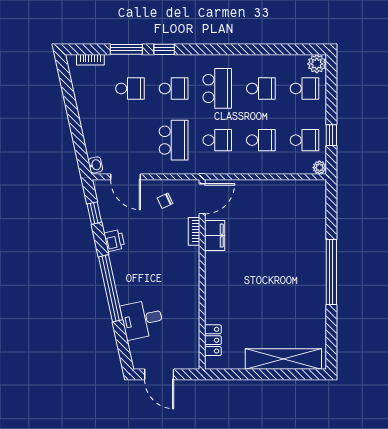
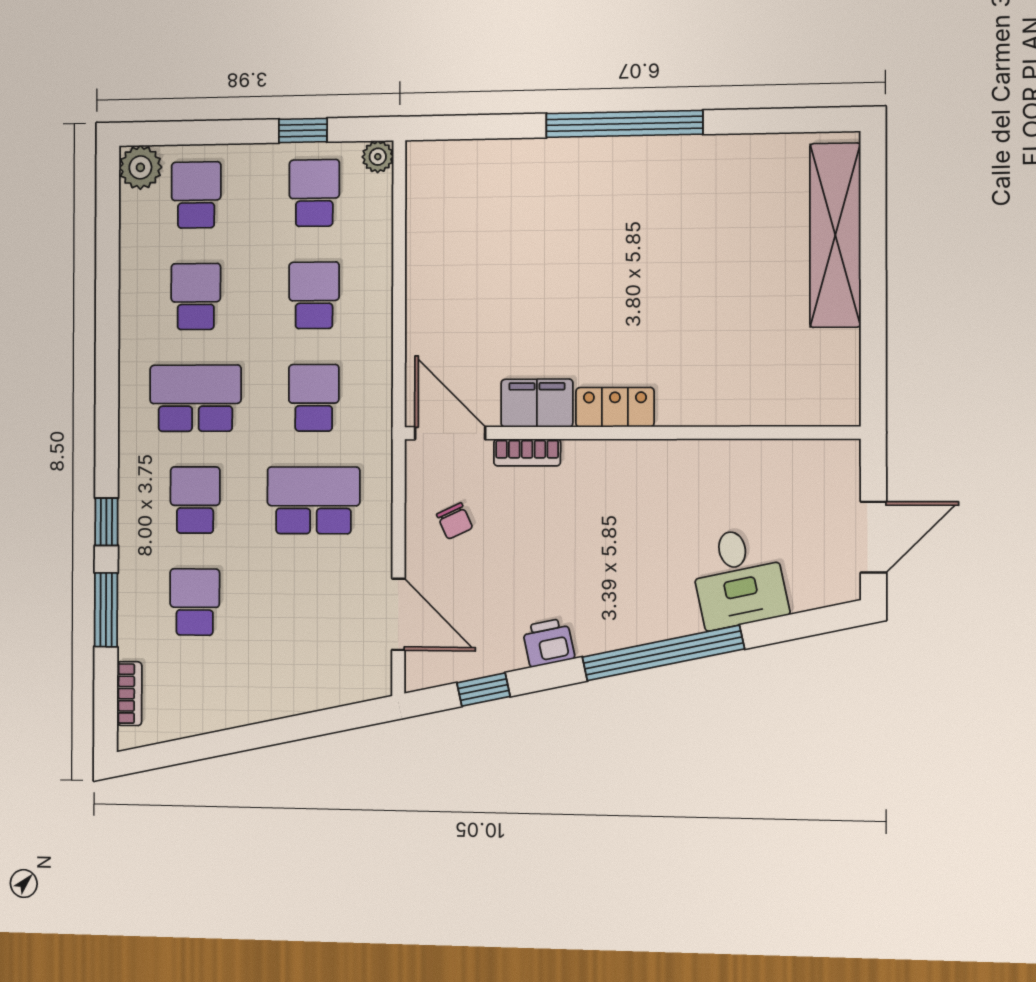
washbasin: (95, 165) -> (371, 685), removed
door: (126, 177) -> (398, 614), hinge flipped
locker: (213, 340) -> (615, 407), moved

